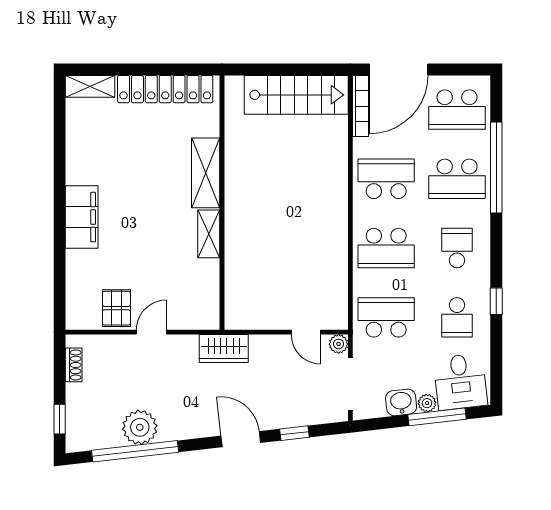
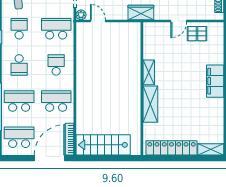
school desk: (386, 179) -> (56, 101), turned 180
school desk: (386, 248) -> (56, 65), width x0.54
pallet: (116, 308) -> (197, 34), turned 90
school desk: (386, 317) -> (56, 29), turned 180

